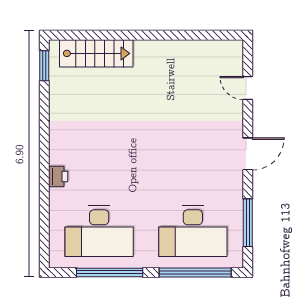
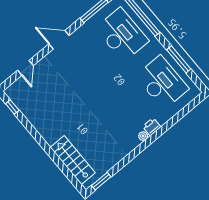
window: (215, 35) -> (12, 107), added
plant: (56, 158) -> (143, 136), added
window: (110, 272) -> (179, 59), width x0.68

